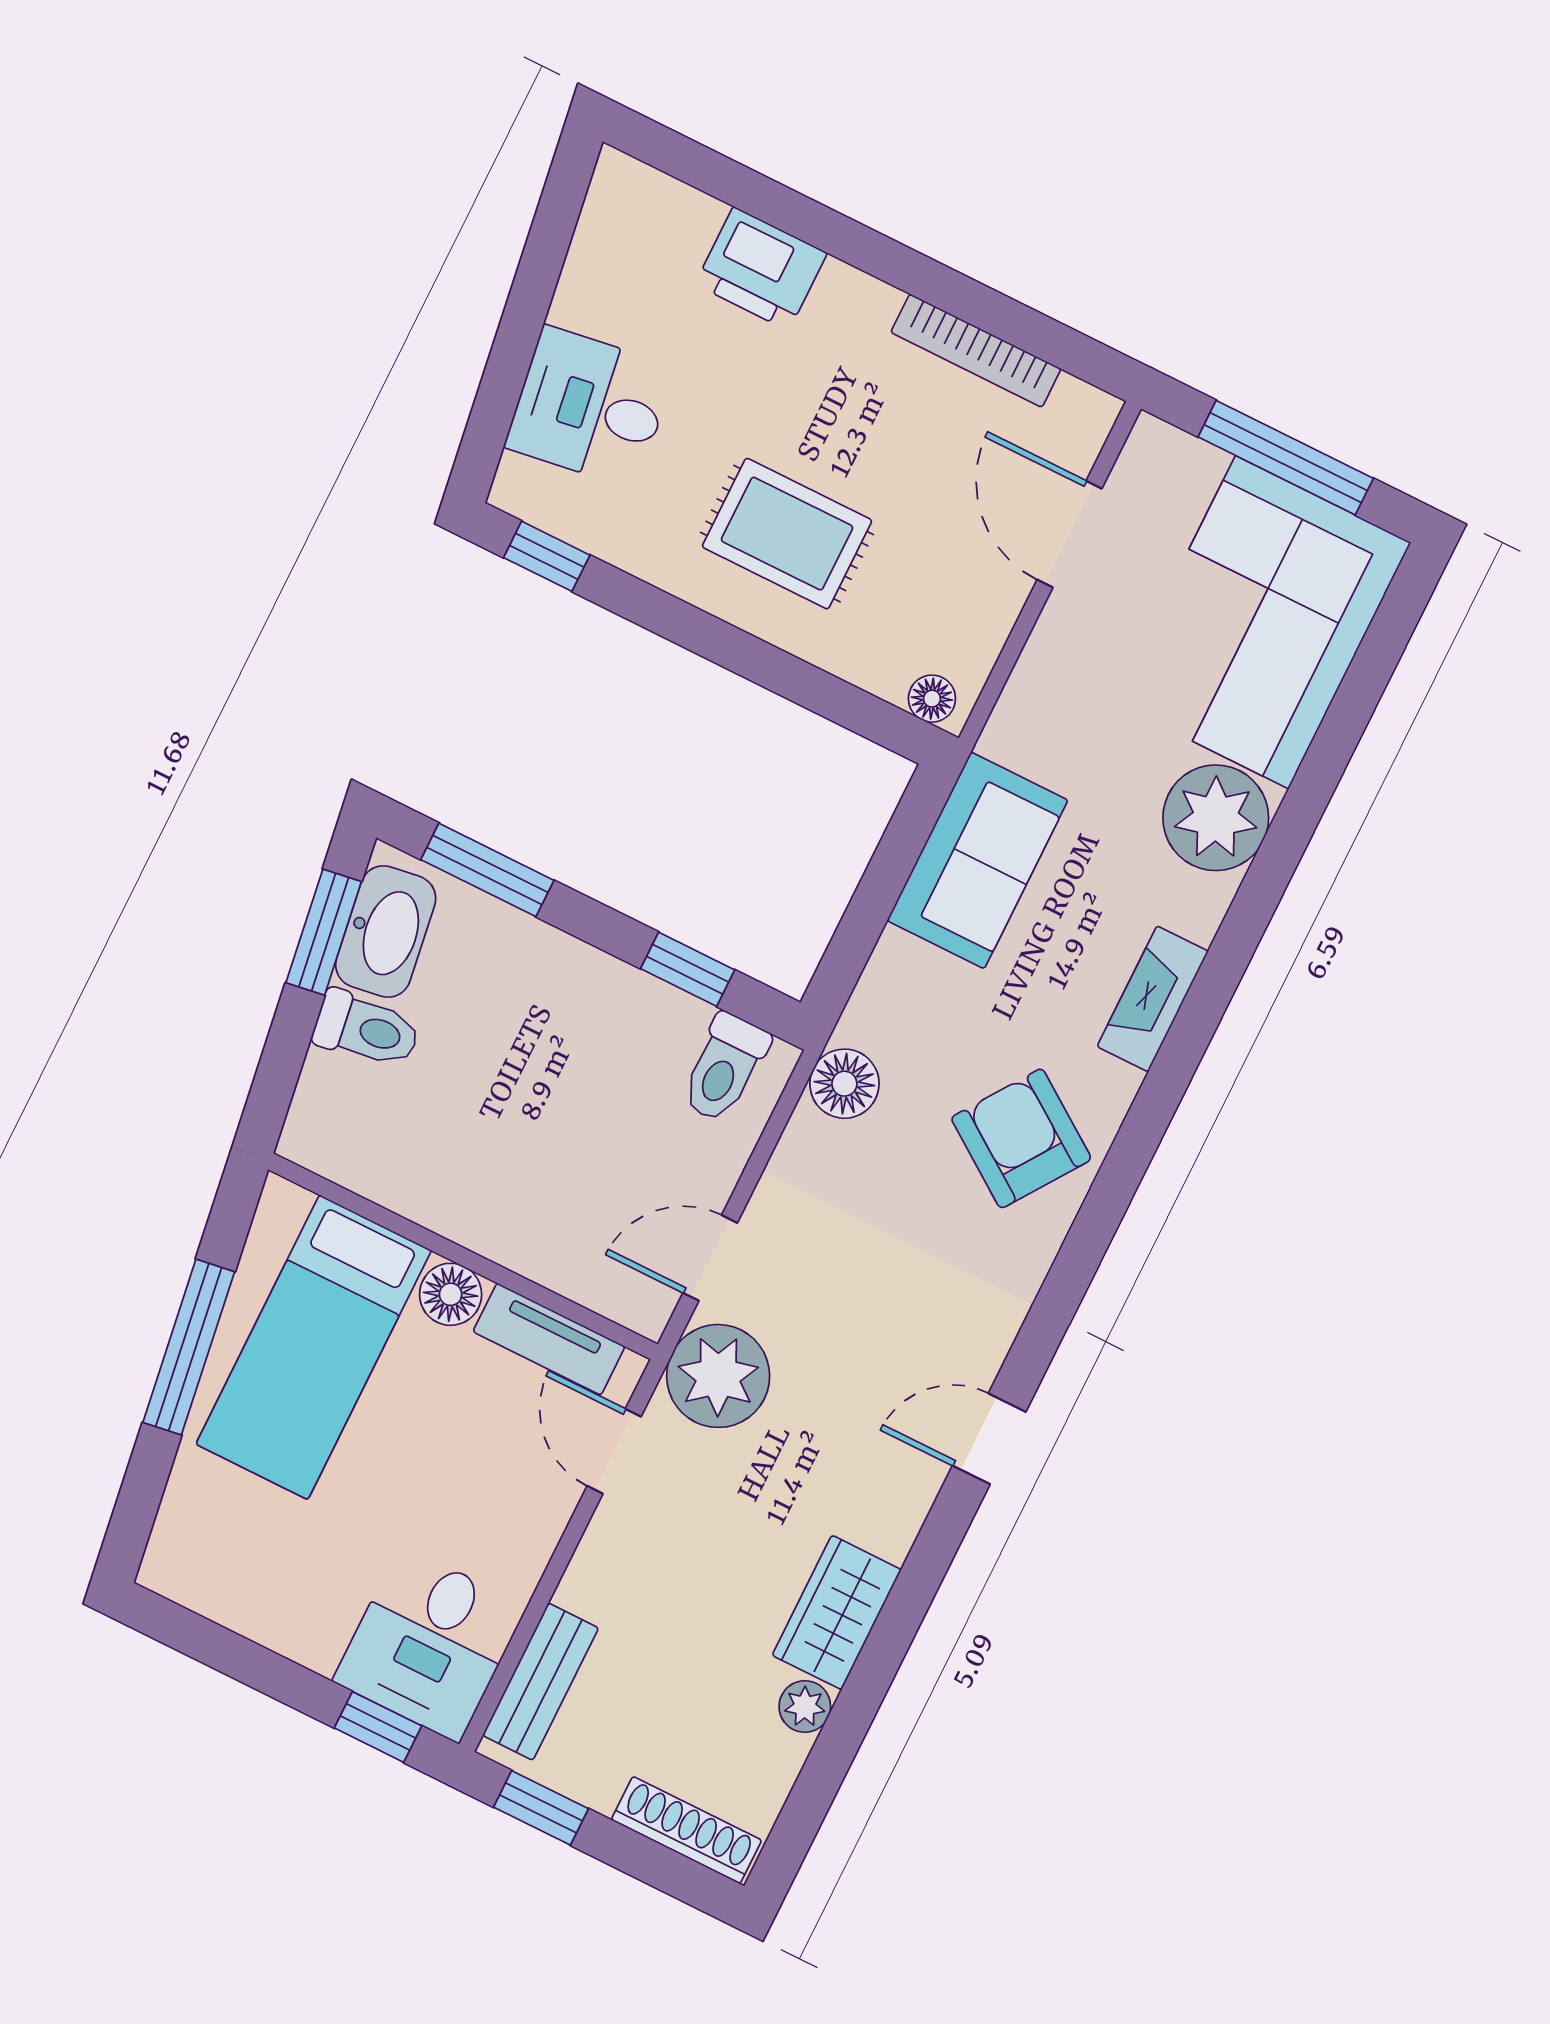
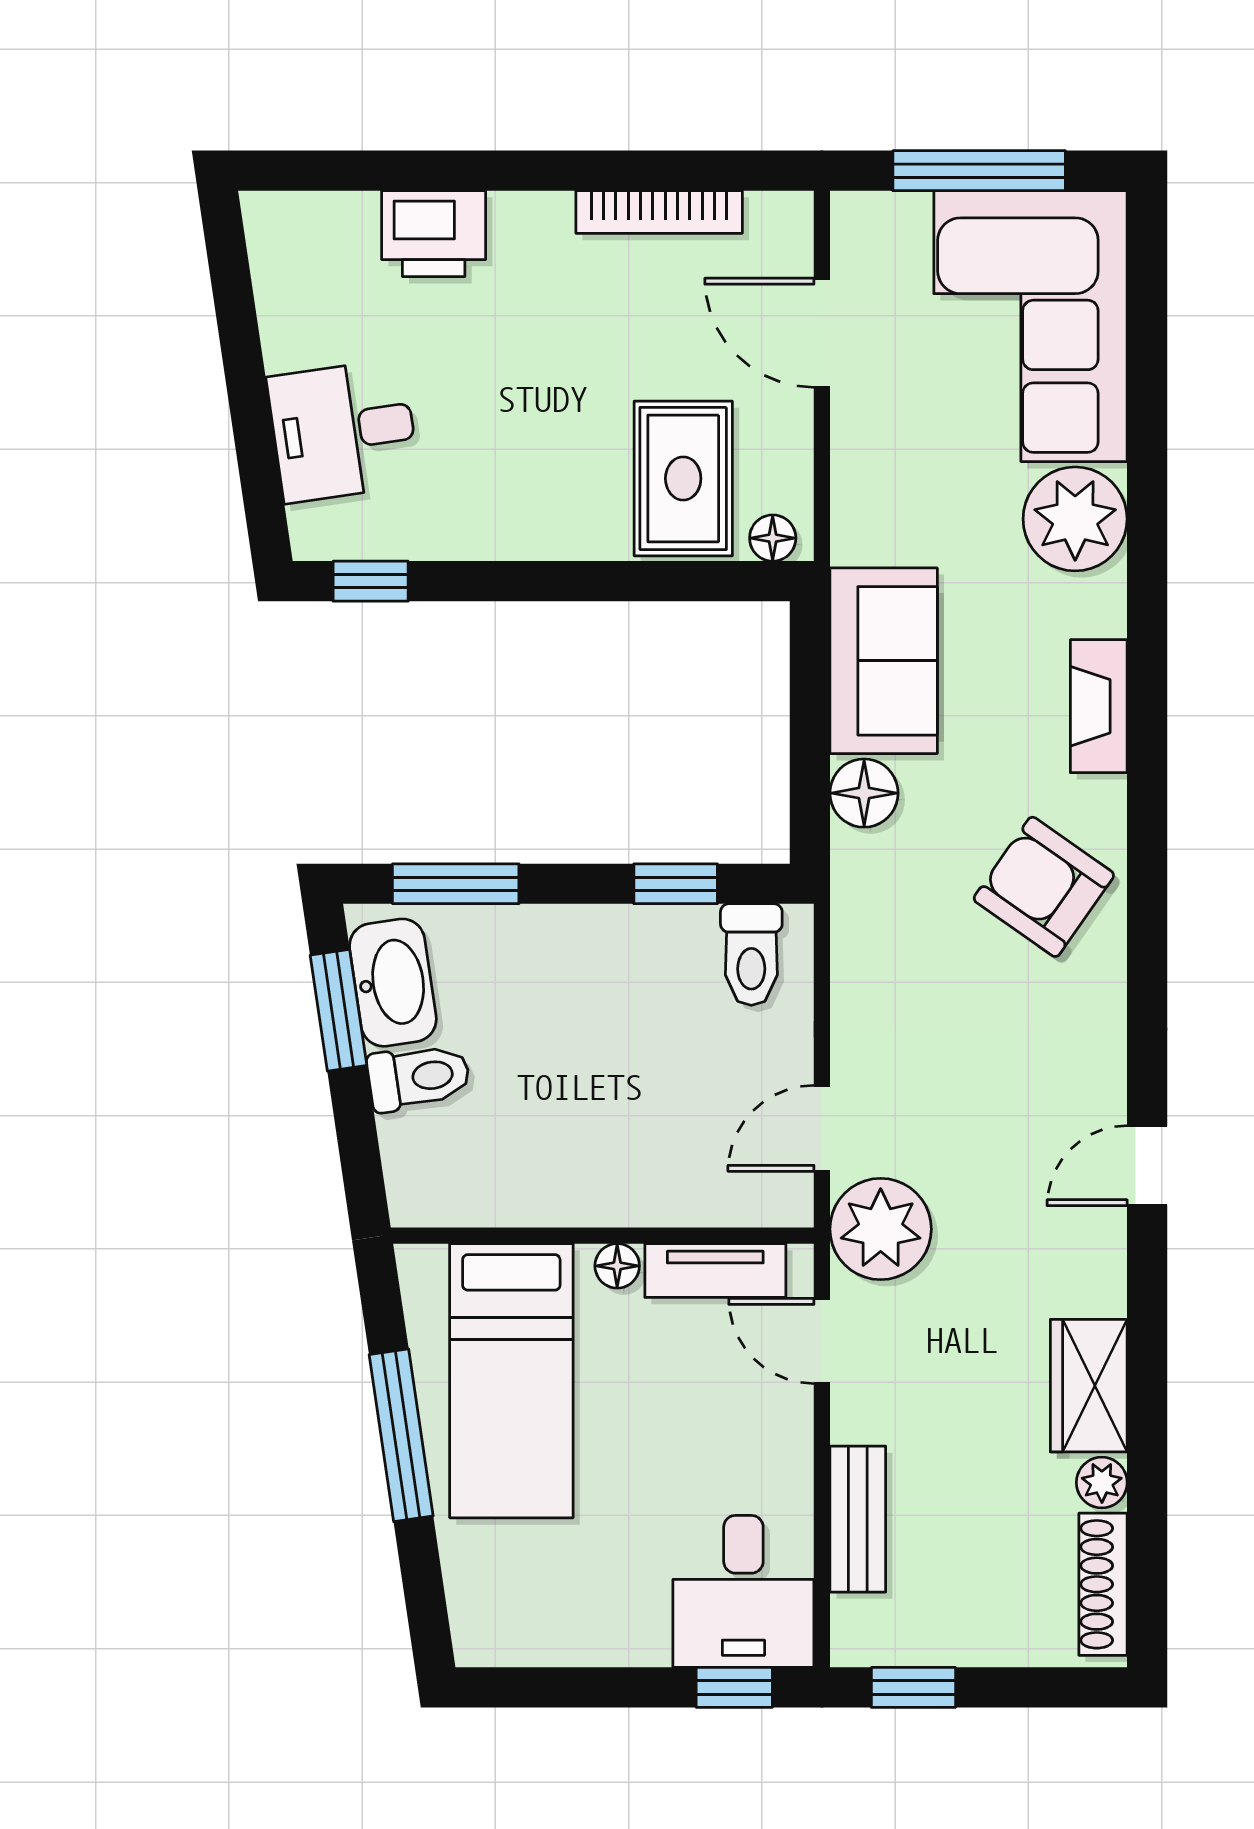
rug: (787, 534) -> (683, 478), moved, turned 90
floor lamp: (844, 1084) -> (864, 793), moved
floor lamp: (451, 1294) -> (617, 1266), width x0.73, depth x0.73
bench: (541, 1682) -> (858, 1519), moved
shoe rack: (686, 1830) -> (1103, 1584), moved, turned -90

